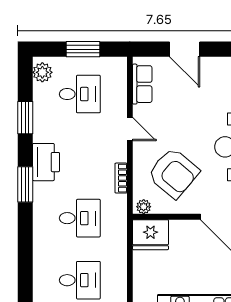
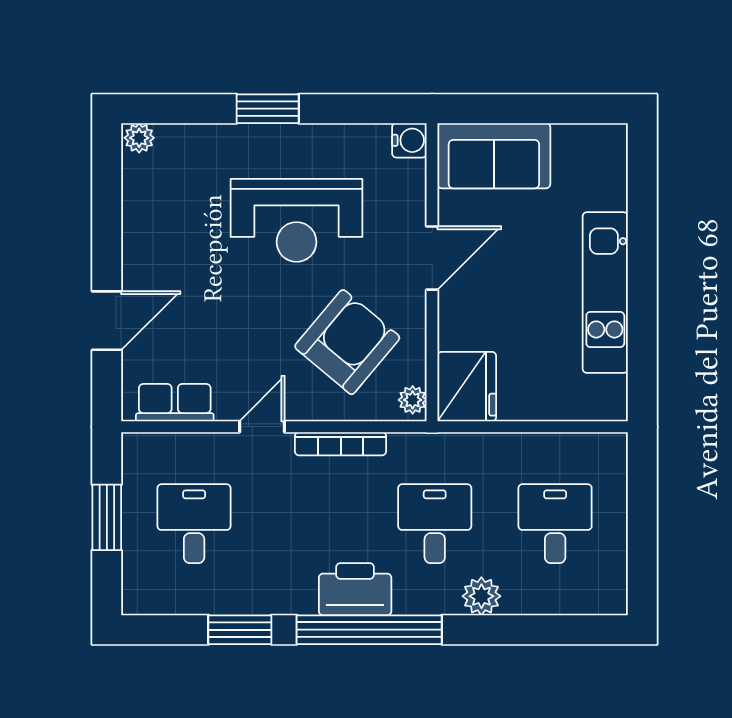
plant: (42, 72) -> (481, 596), moved
printer: (46, 162) -> (355, 589), moved
bookcase: (121, 178) -> (341, 444), width x1.56
window: (25, 184) -> (369, 630), width x2.11

